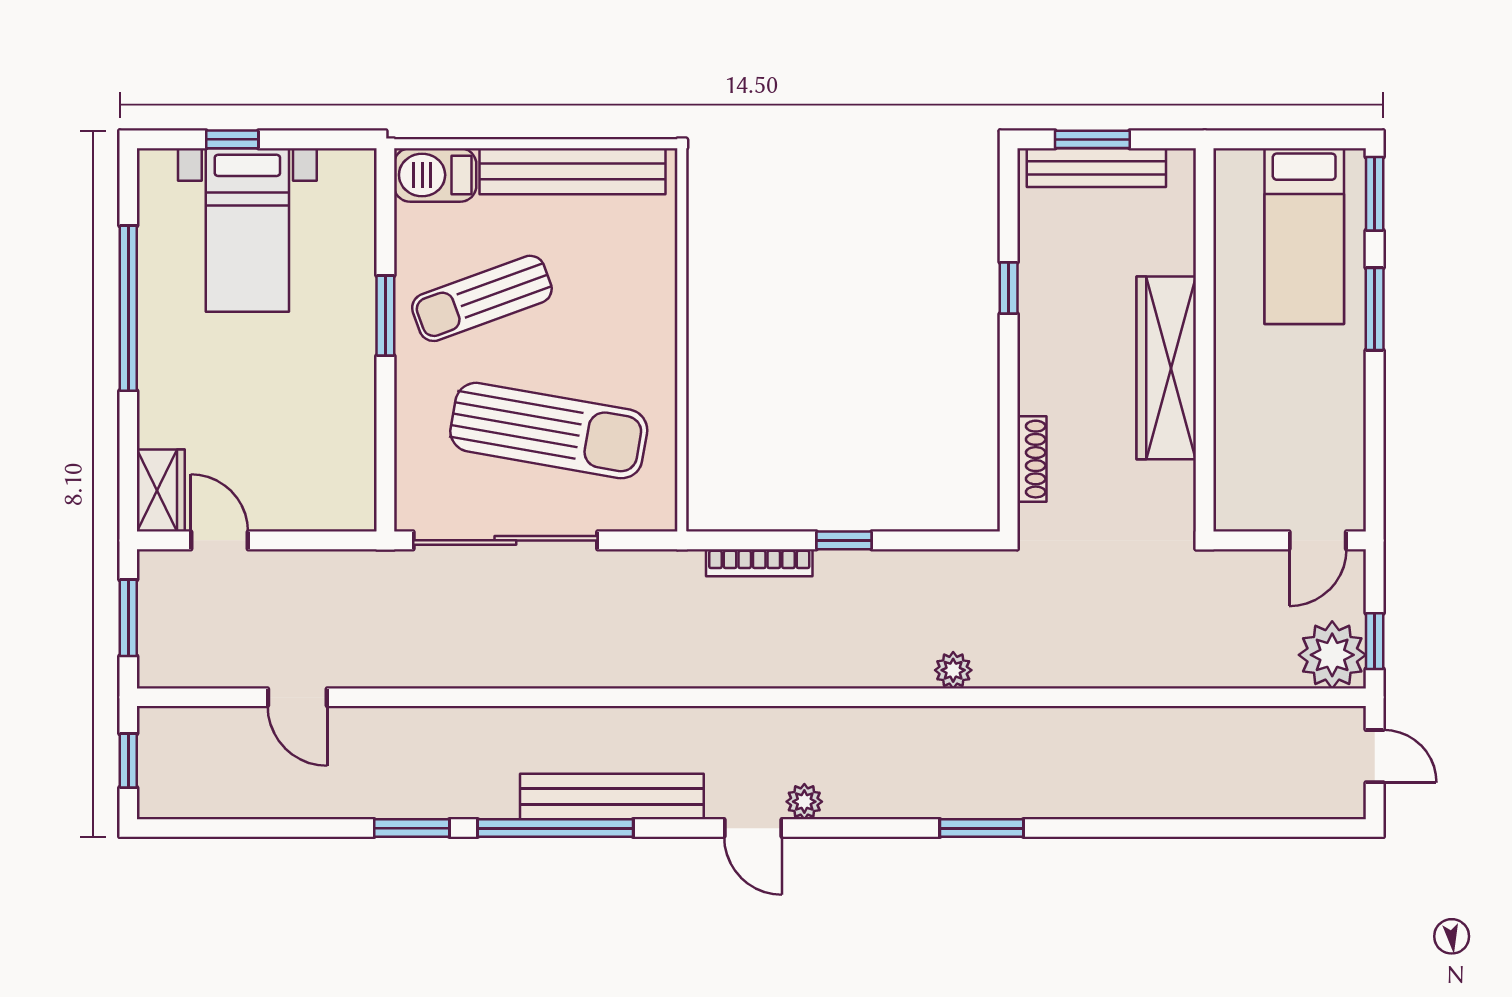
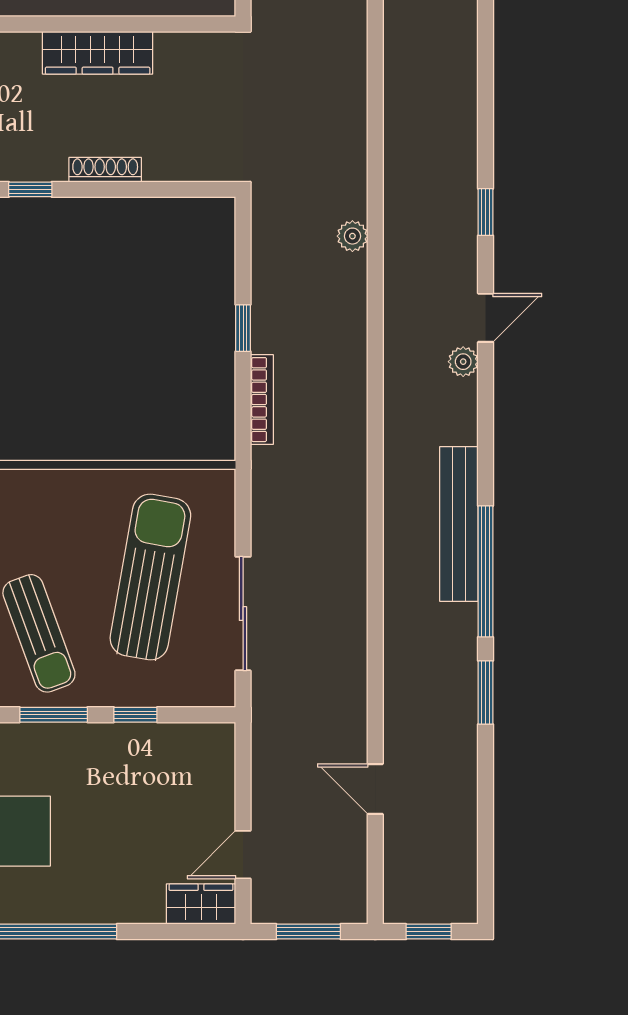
wardrobe: (1166, 368) -> (98, 53), width x0.71, depth x0.85
window: (385, 413) -> (135, 715), added
shoe rack: (1032, 459) -> (105, 170), moved
sliding door: (505, 540) -> (243, 614), width x0.73
door: (297, 697) -> (375, 789), swing flipped
door: (753, 828) -> (485, 318), moved
window: (982, 828) -> (485, 212), width x0.67

